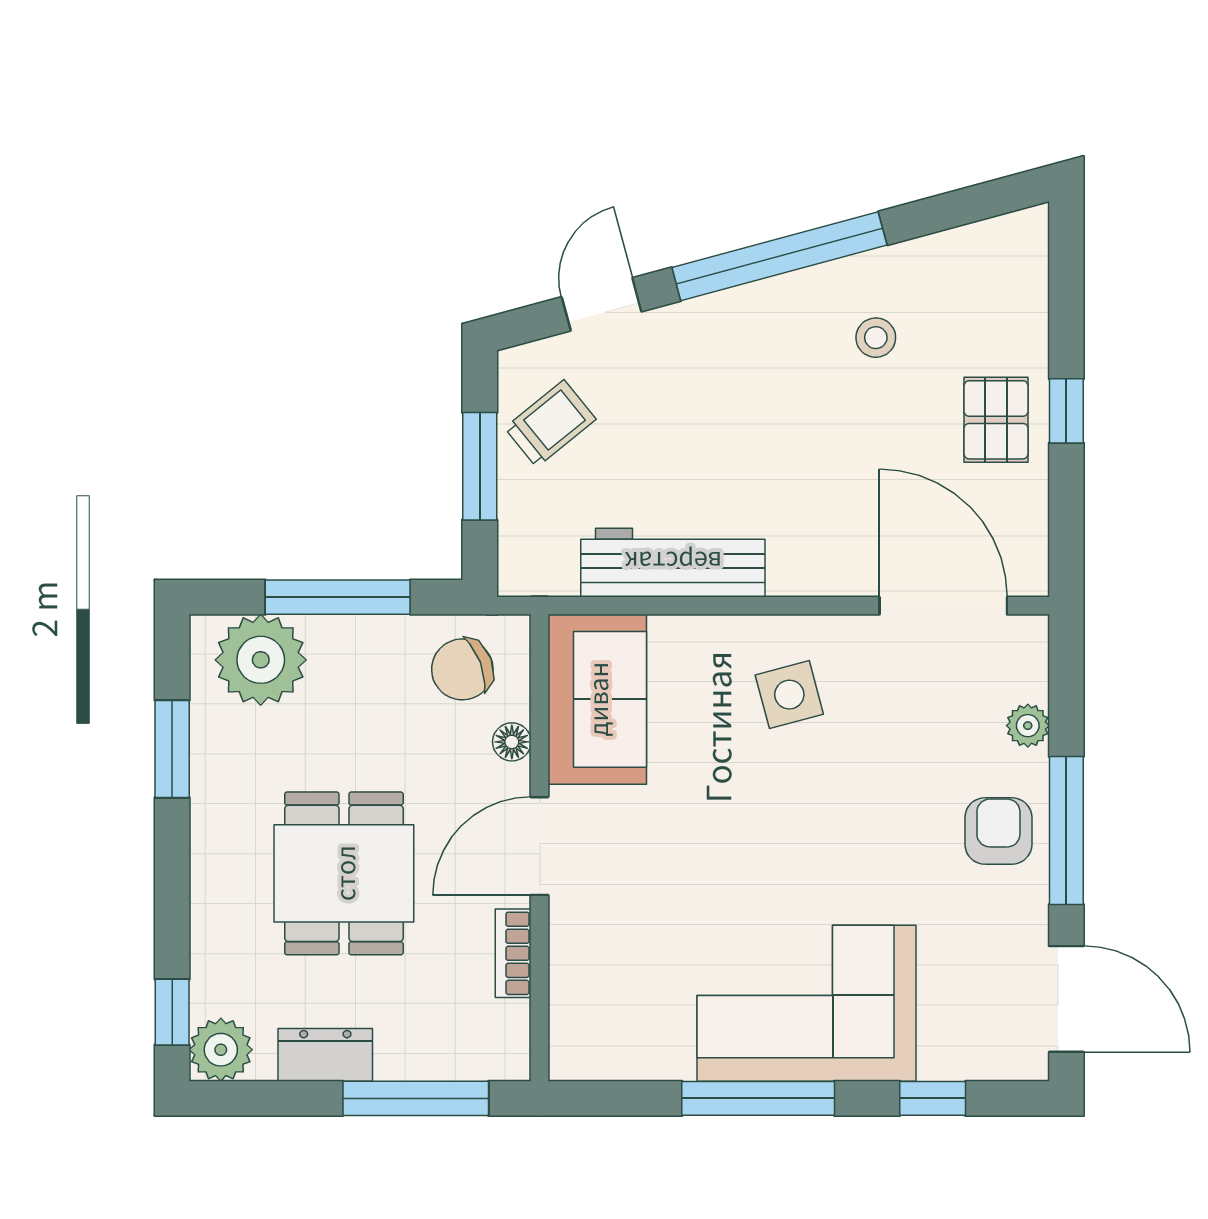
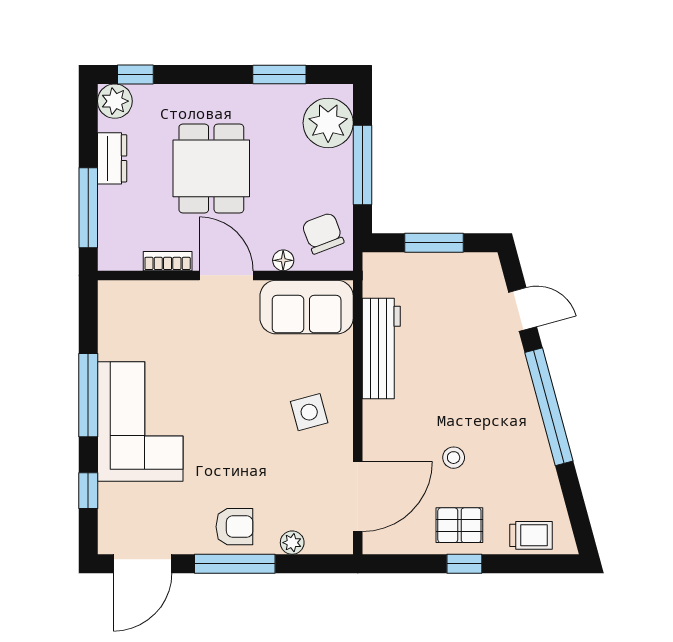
stool: (876, 338) -> (454, 458), moved
trolley: (550, 423) -> (531, 535), moved, turned -51
dining table: (344, 873) -> (211, 168), turned 90

